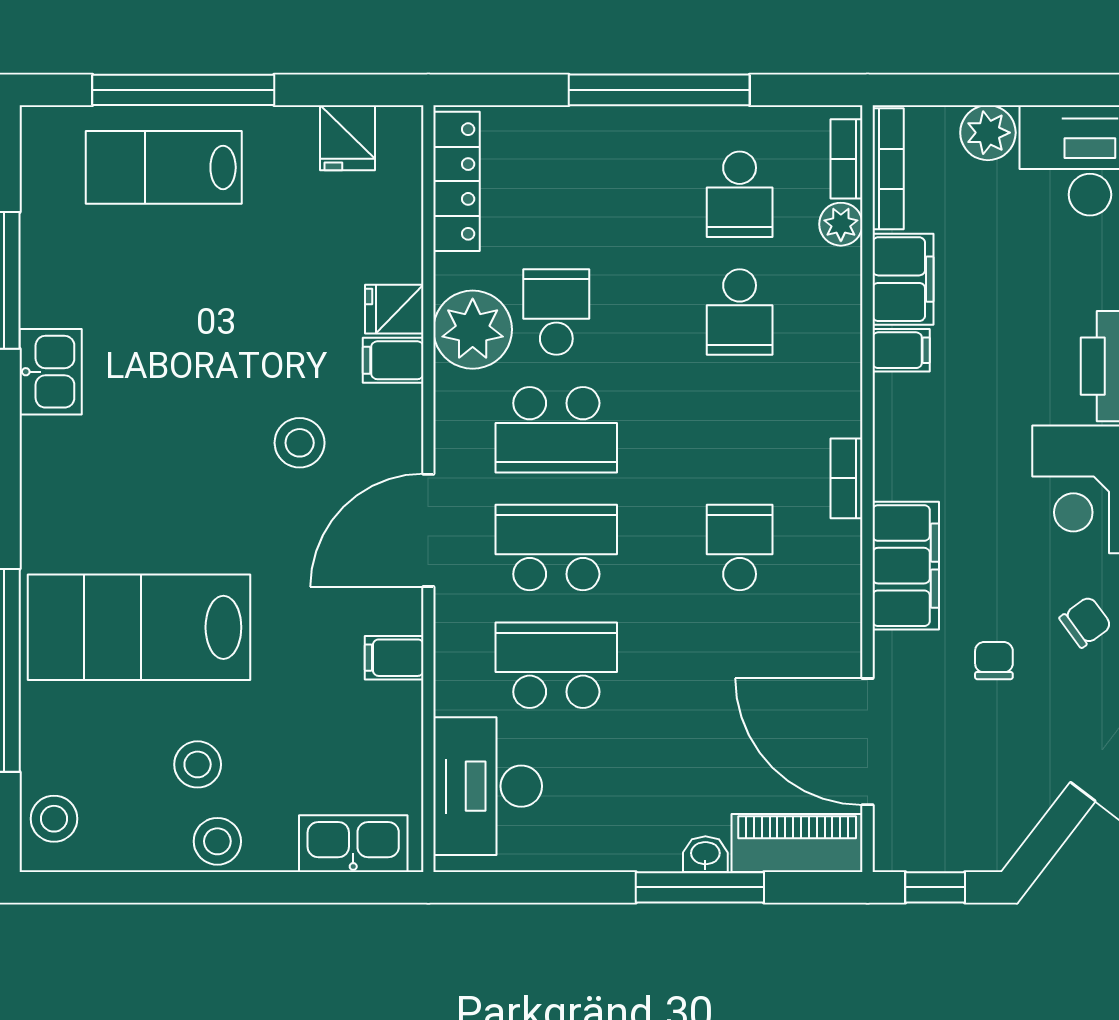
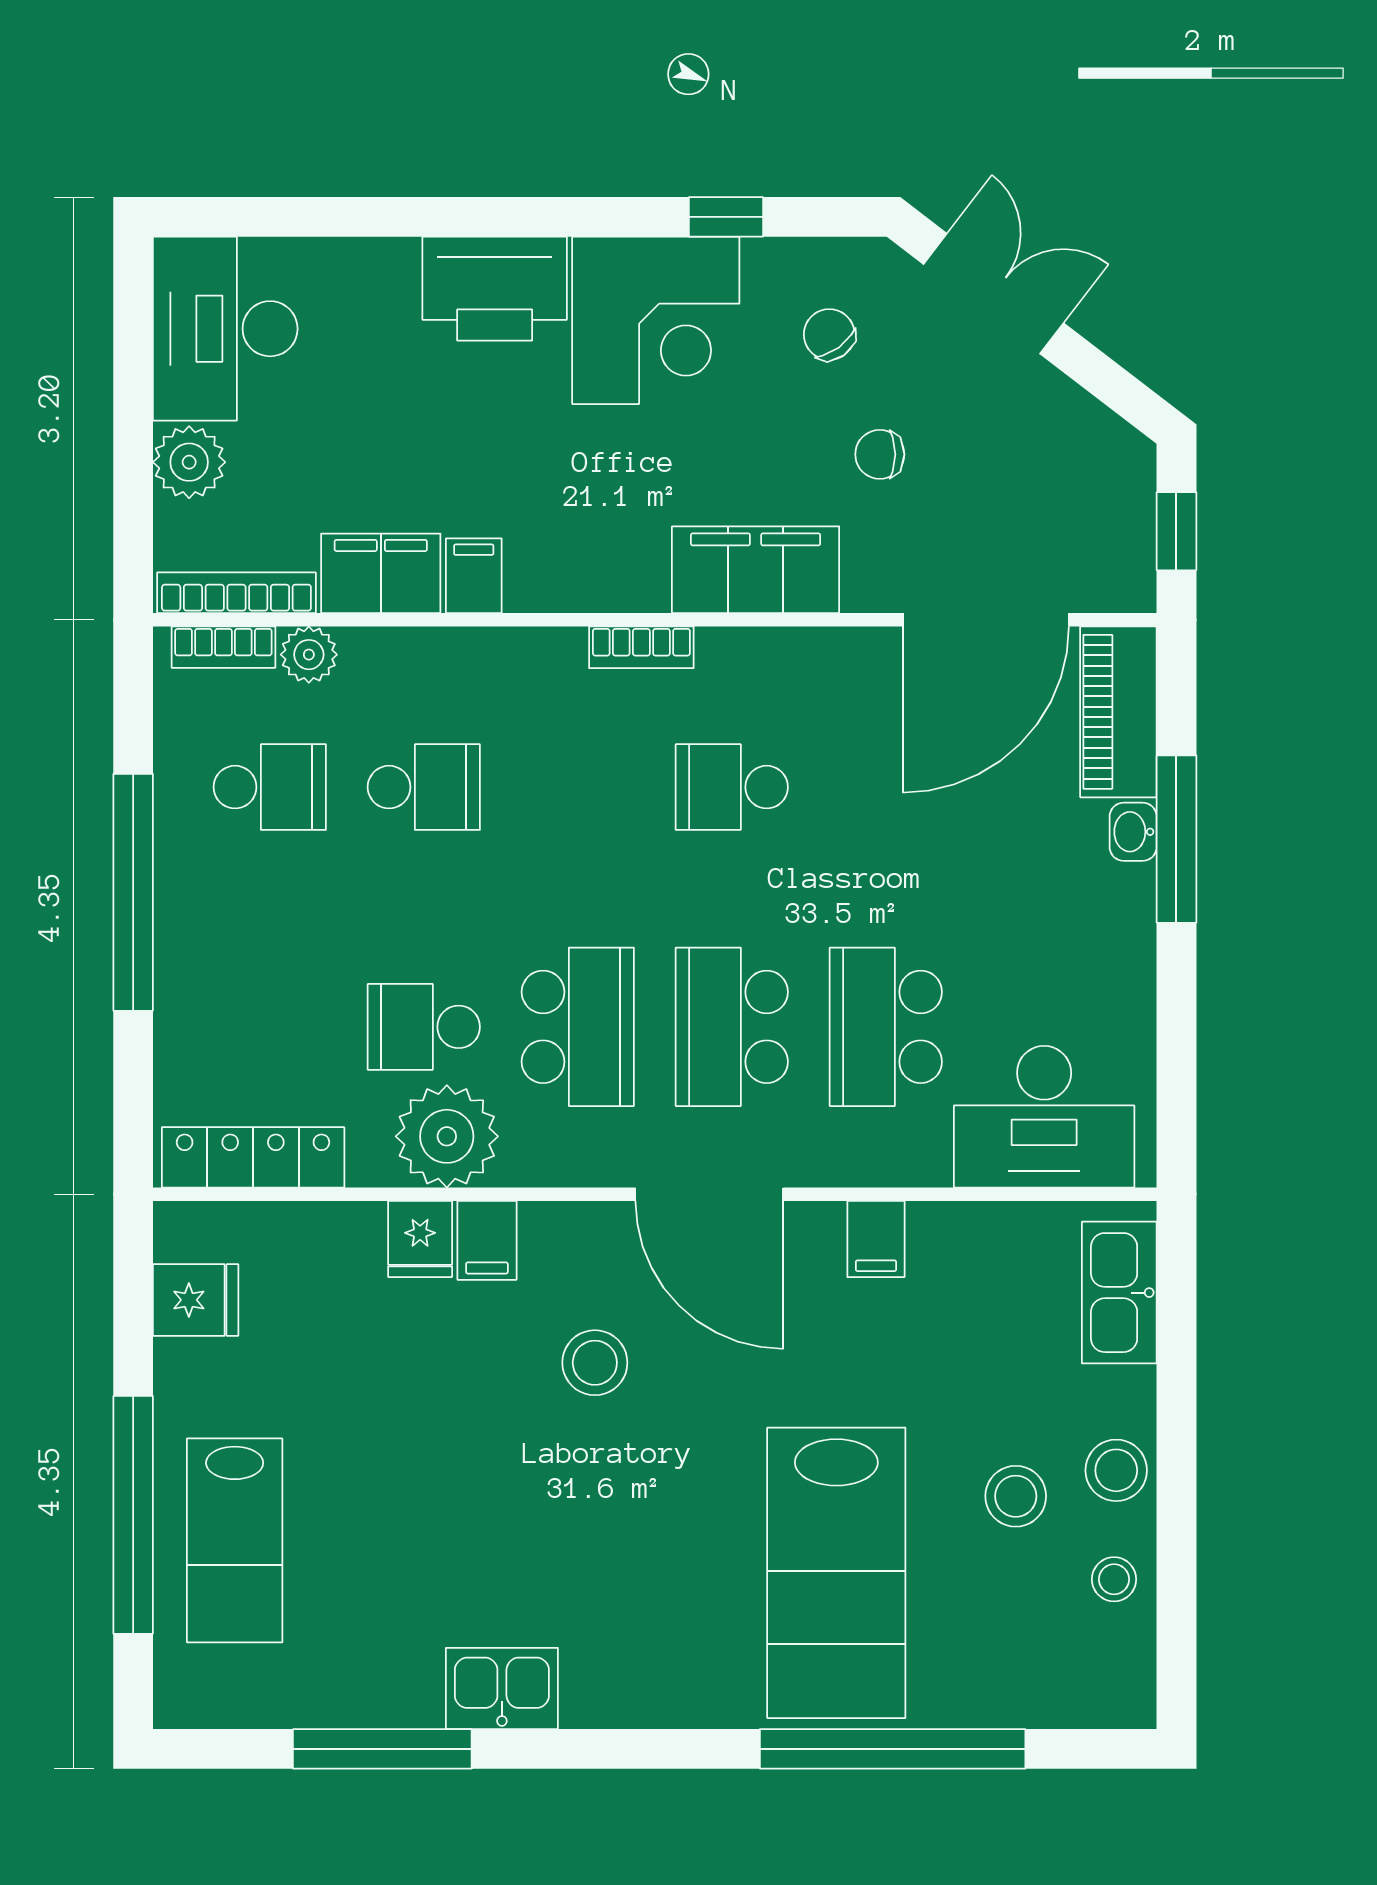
stool: (54, 819) -> (1114, 1579), moved, width x0.73, depth x0.73

